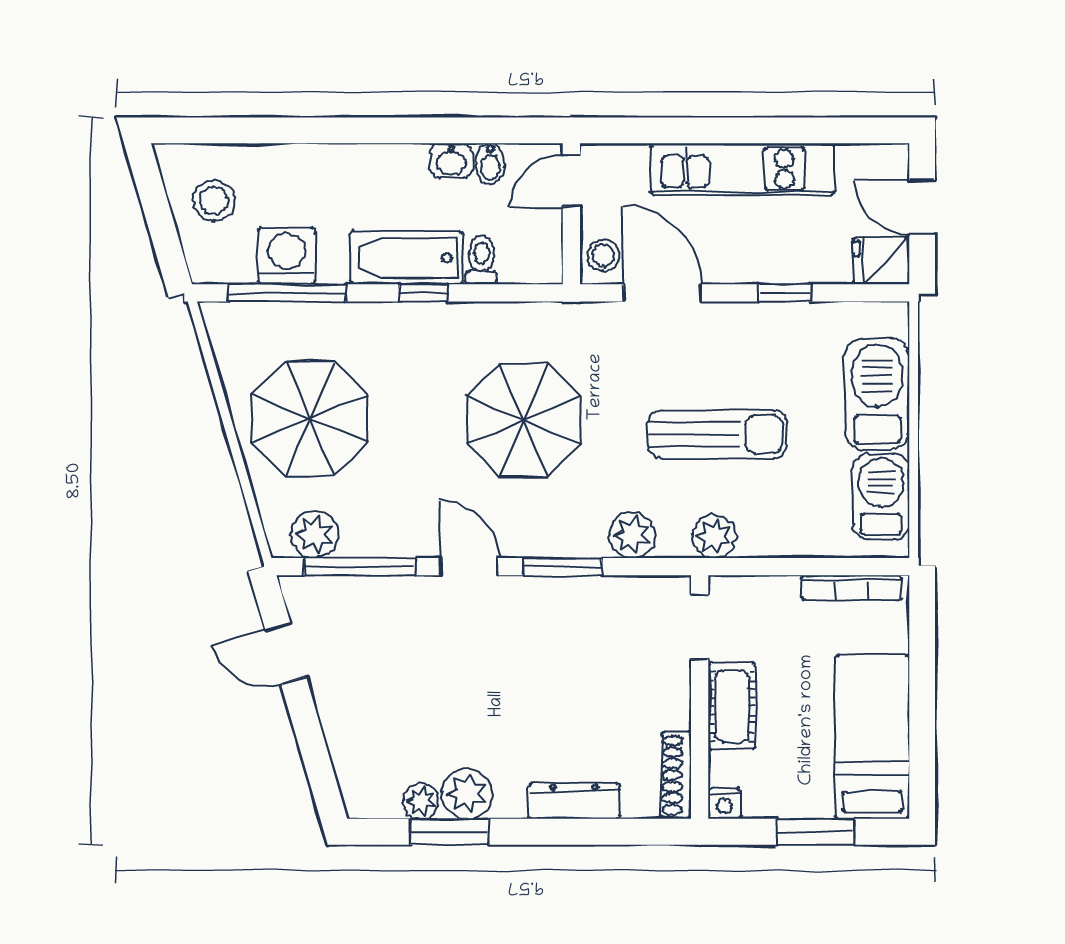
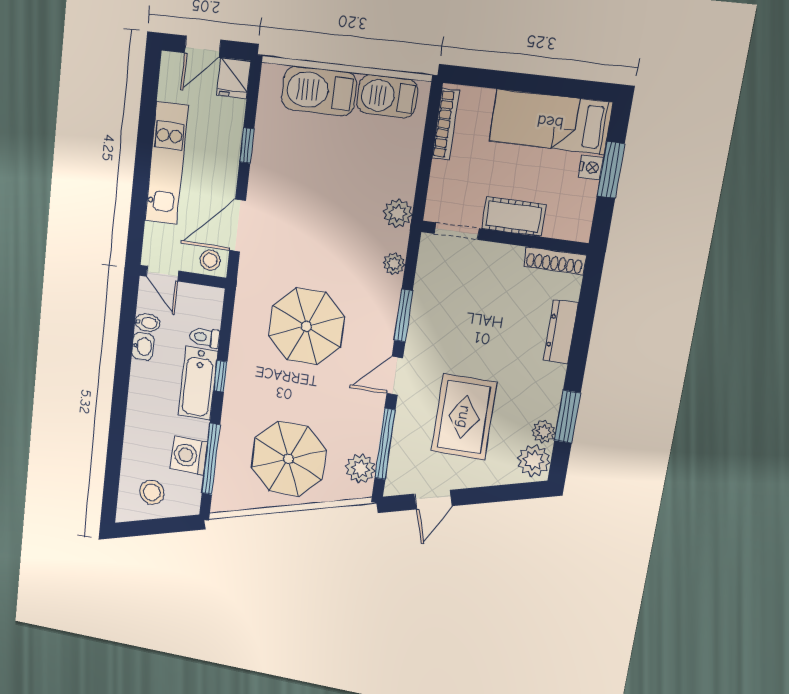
sun lounger: (717, 434) -> (332, 202), removed
plant: (632, 535) -> (394, 264), width x0.73, depth x0.73
rug: (423, 680) -> (464, 417), added
plant: (467, 794) -> (534, 460), moved
nightstand: (724, 804) -> (591, 167), moved

